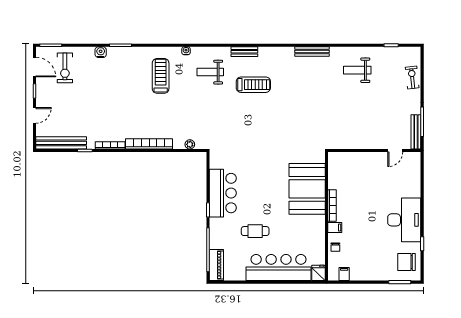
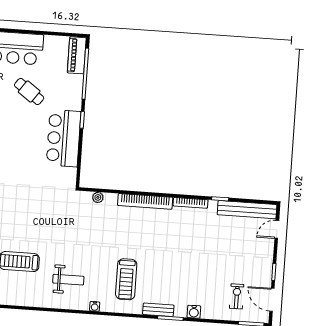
bench: (244, 52) -> (158, 310), moved
exercise bike: (65, 68) -> (237, 296), width x0.73, depth x0.72
door: (34, 115) -> (277, 229), moved
cafe table: (255, 231) -> (29, 92), turned 36

